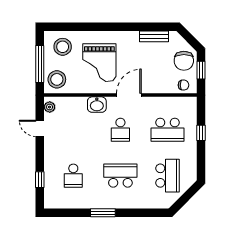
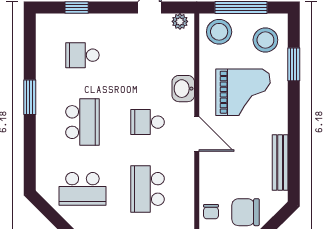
window: (80, 27) -> (294, 64), added
bench: (154, 36) -> (280, 163), width x1.36
grand piano: (99, 63) -> (243, 92), turned 180

